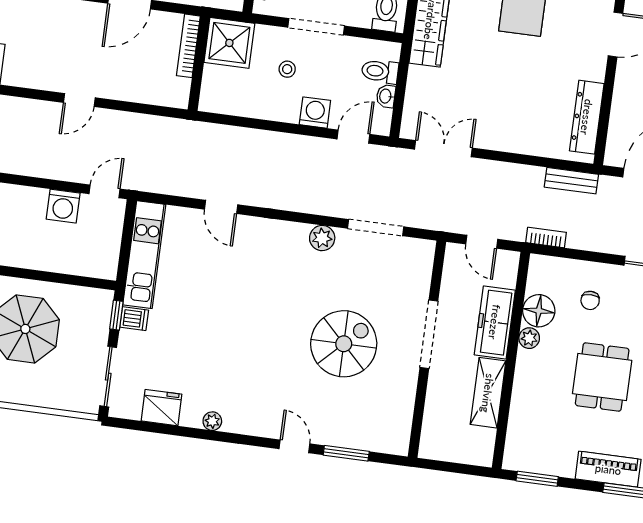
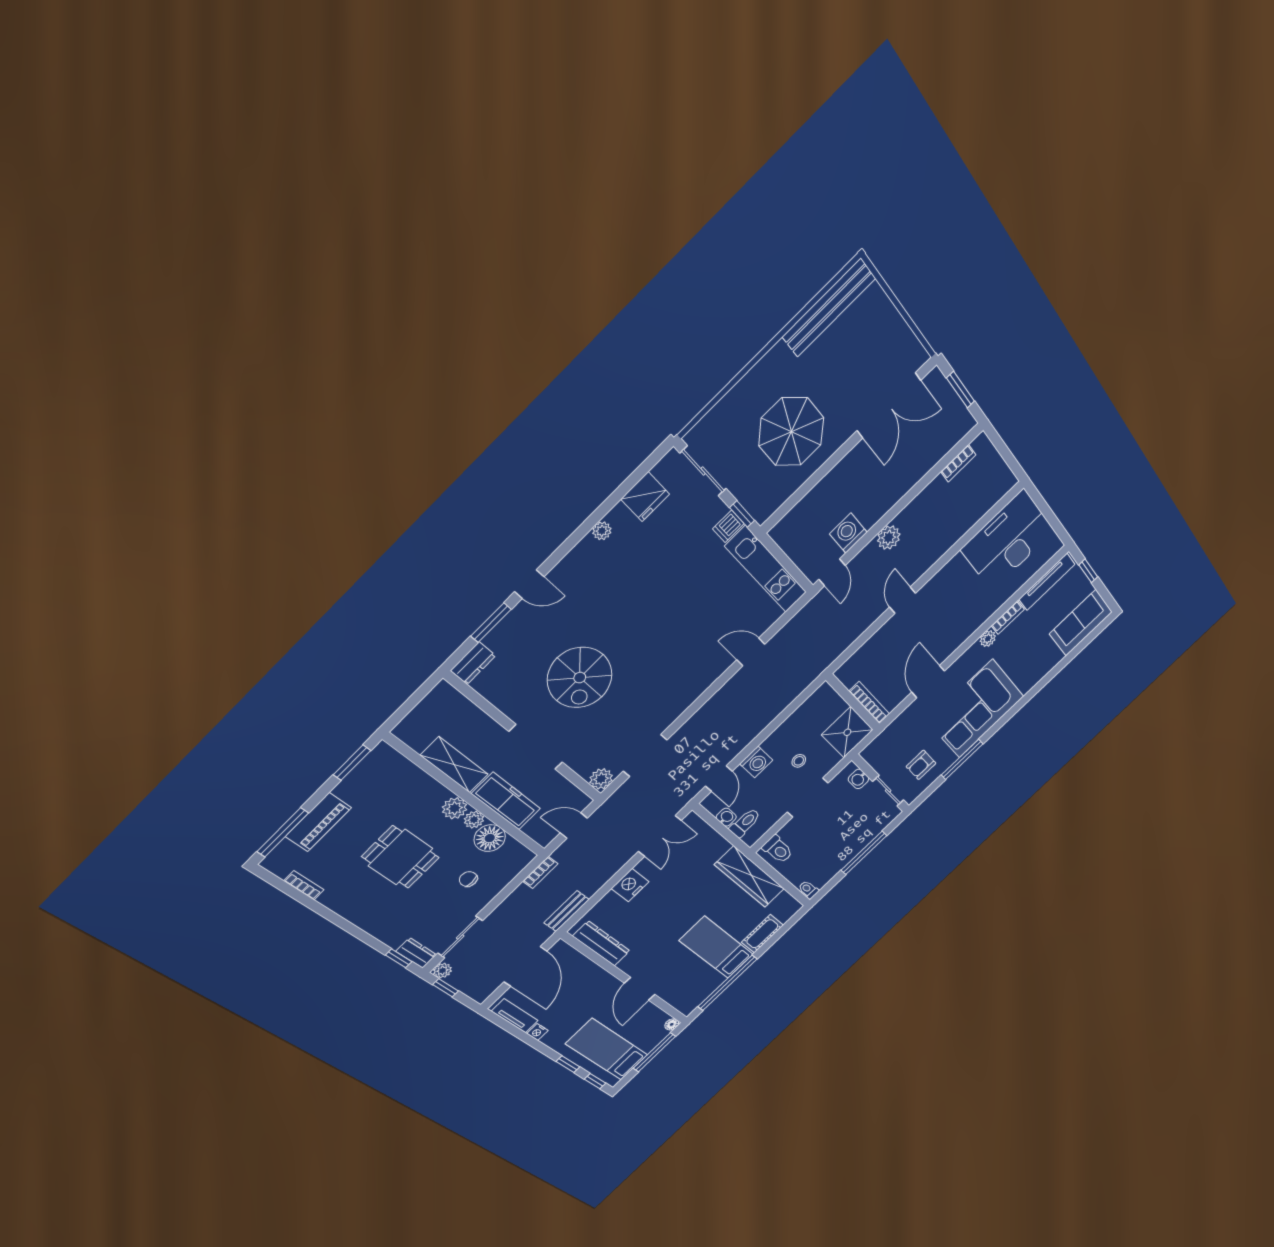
nightstand: (510, 138) -> (630, 885), added
plant: (40, 165) -> (889, 538), added
plant: (322, 238) -> (601, 779), moved
plant: (528, 363) -> (455, 808), added
dresser: (389, 443) -> (473, 663), added

